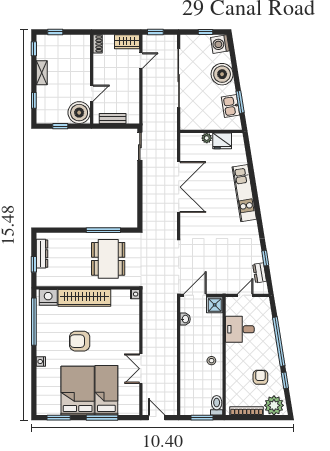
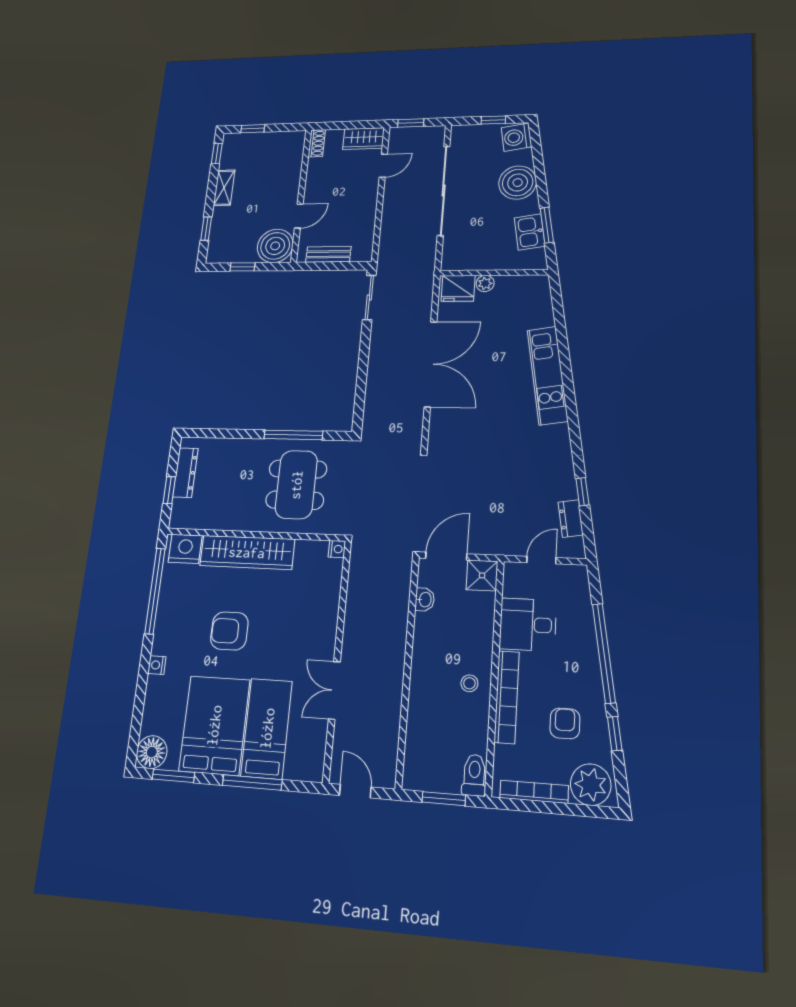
fridge: (222, 141) -> (458, 288), moved
bookcase: (231, 366) -> (507, 697), added
floor lamp: (45, 407) -> (152, 752), added

